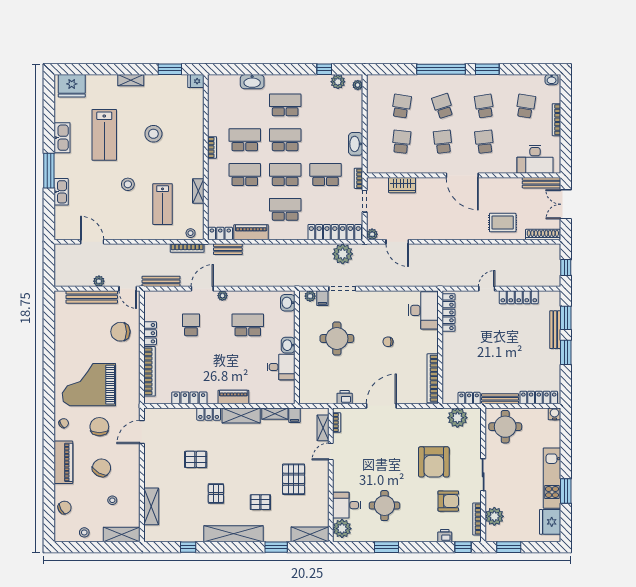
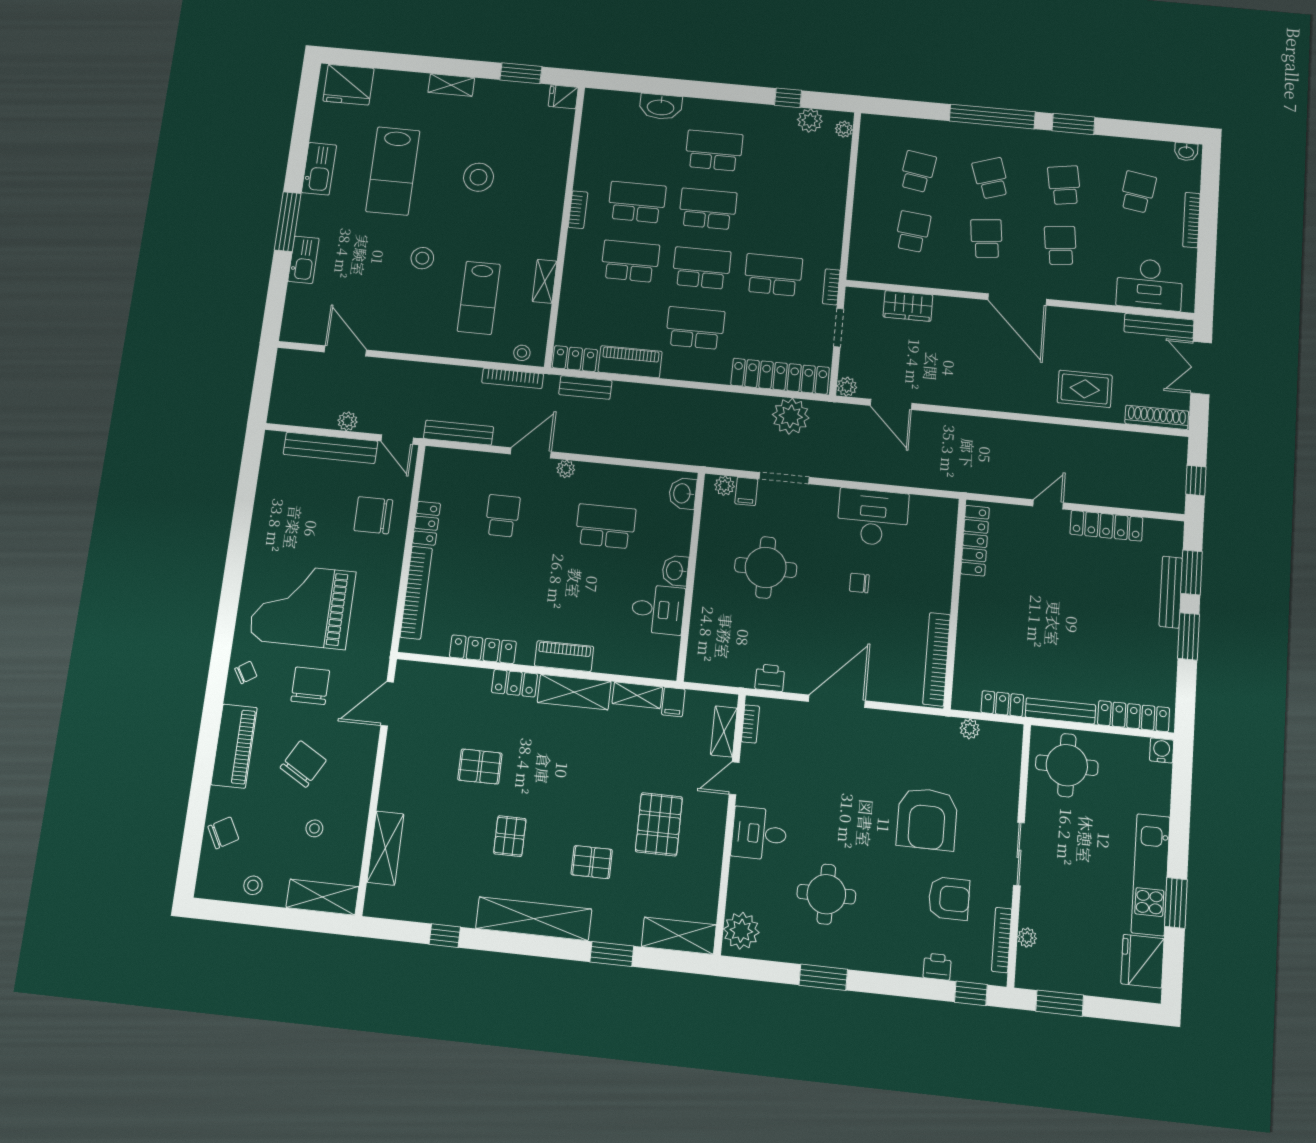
washbasin: (356, 144) -> (831, 228), removed
desk: (423, 310) -> (873, 517), moved, turned -90
plant: (457, 418) -> (970, 729), width x0.53, depth x0.53
desk: (347, 505) -> (759, 834), moved
plant: (494, 516) -> (1027, 937), width x0.53, depth x0.53

